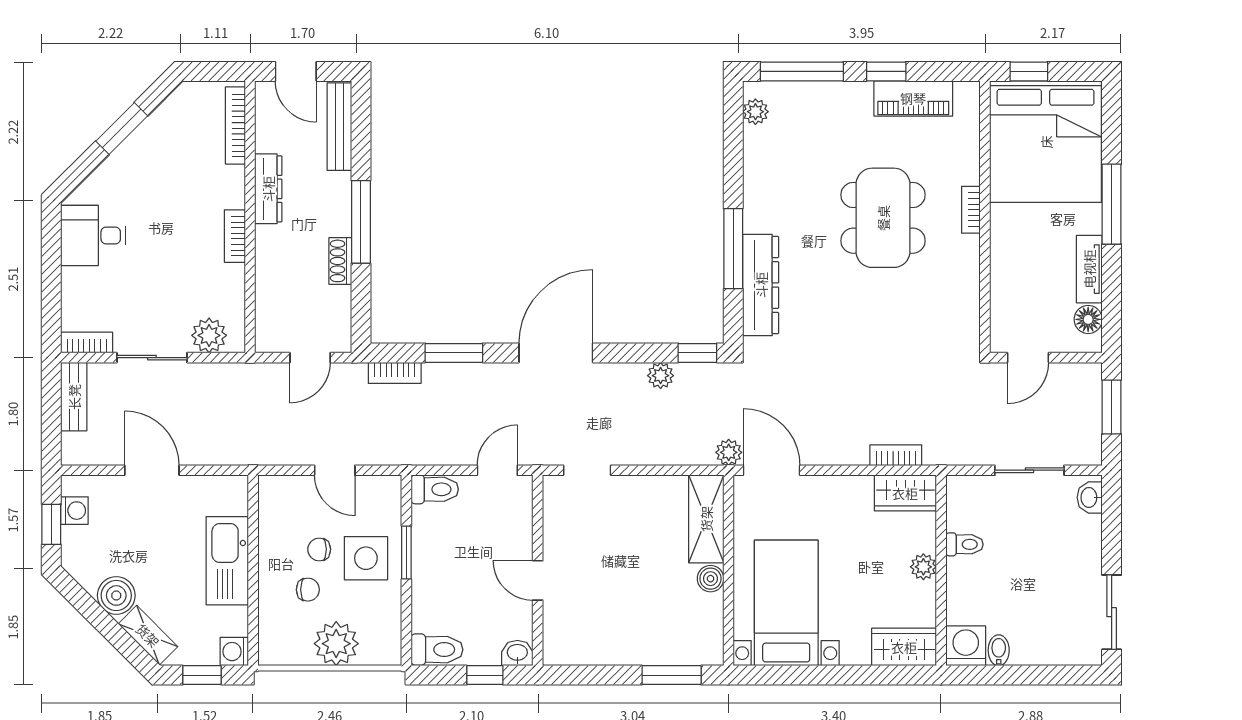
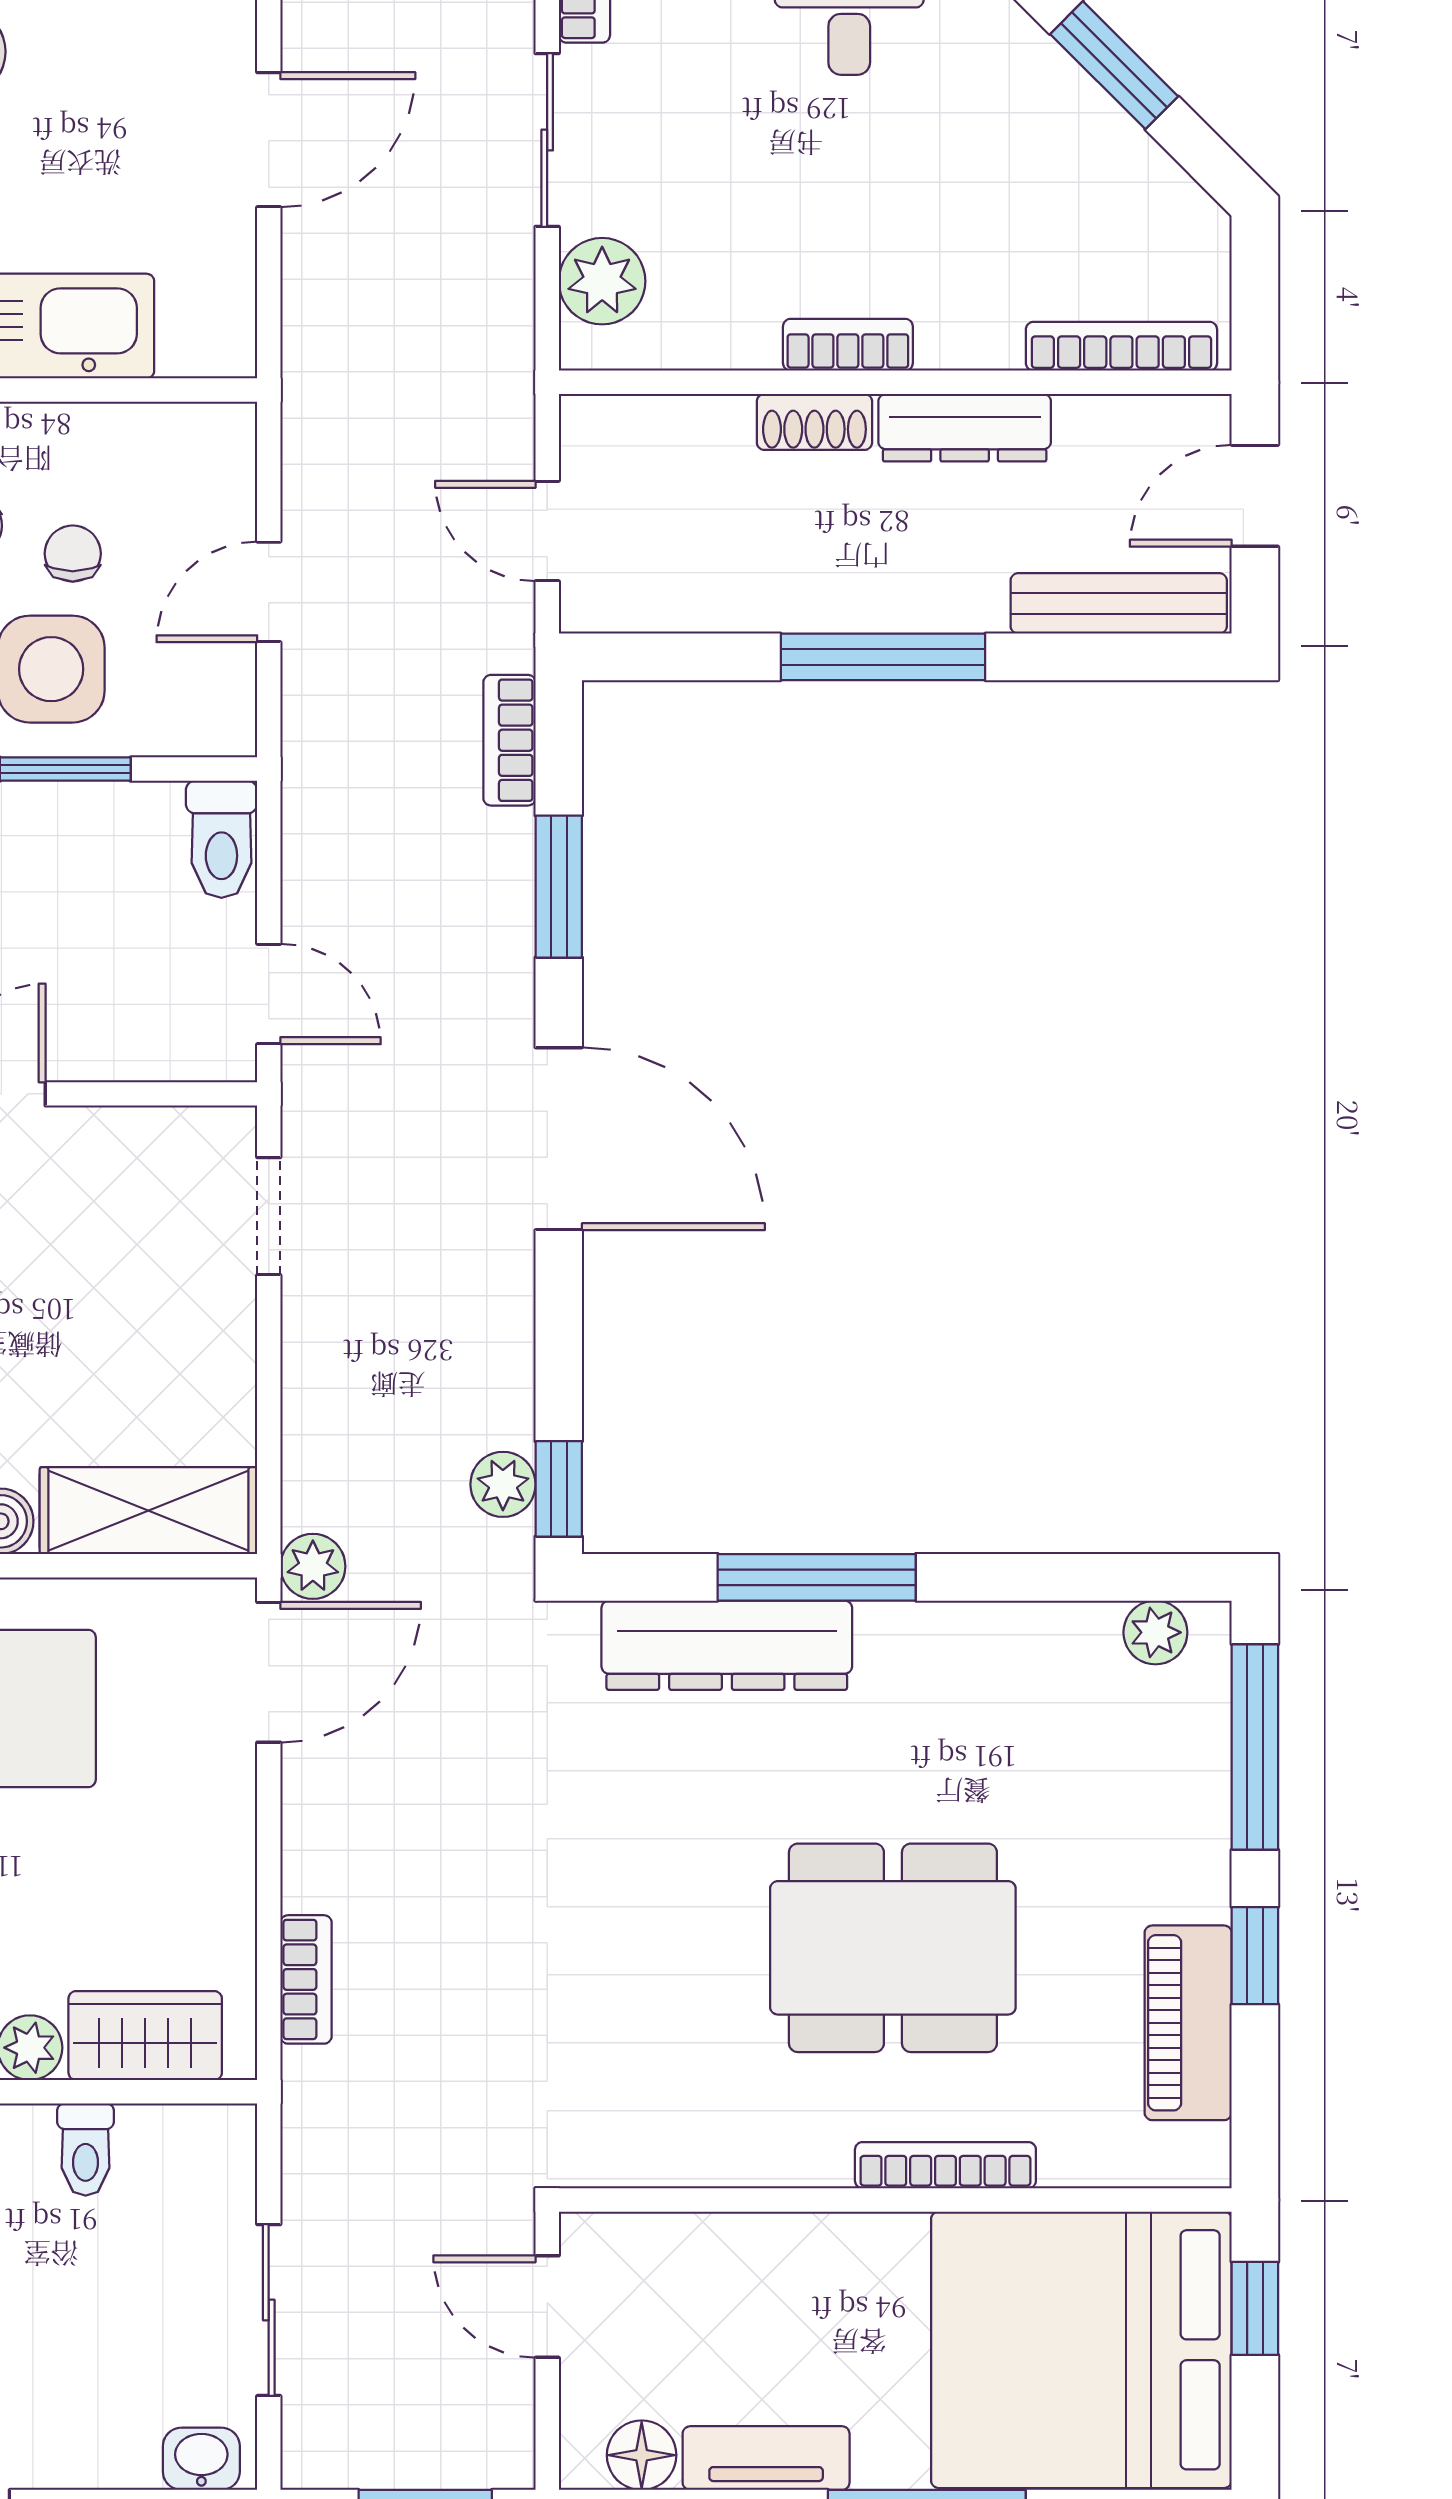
bookcase: (971, 210) -> (945, 2165), width x1.56
shoe rack: (340, 261) -> (814, 422), moved, turned 180
plant: (661, 376) -> (503, 1484), moved
wardrobe: (905, 493) -> (145, 2036), moved, turned 90

